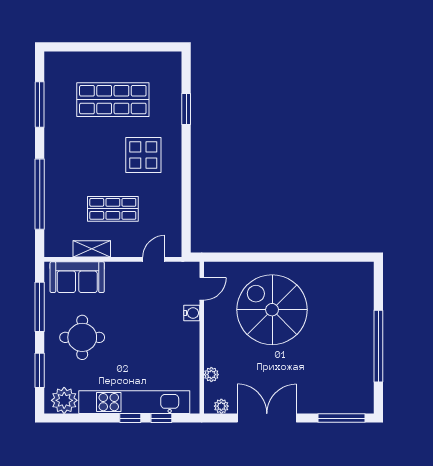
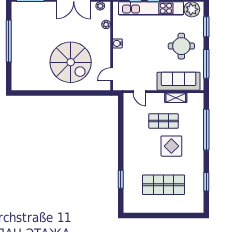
window: (40, 105) -> (206, 182), width x0.69
display table: (143, 155) -> (171, 146), moved
door: (154, 259) -> (140, 92), hinge flipped
sofa: (77, 277) -> (179, 81), width x1.36
water cooler: (192, 313) -> (118, 43), moved

